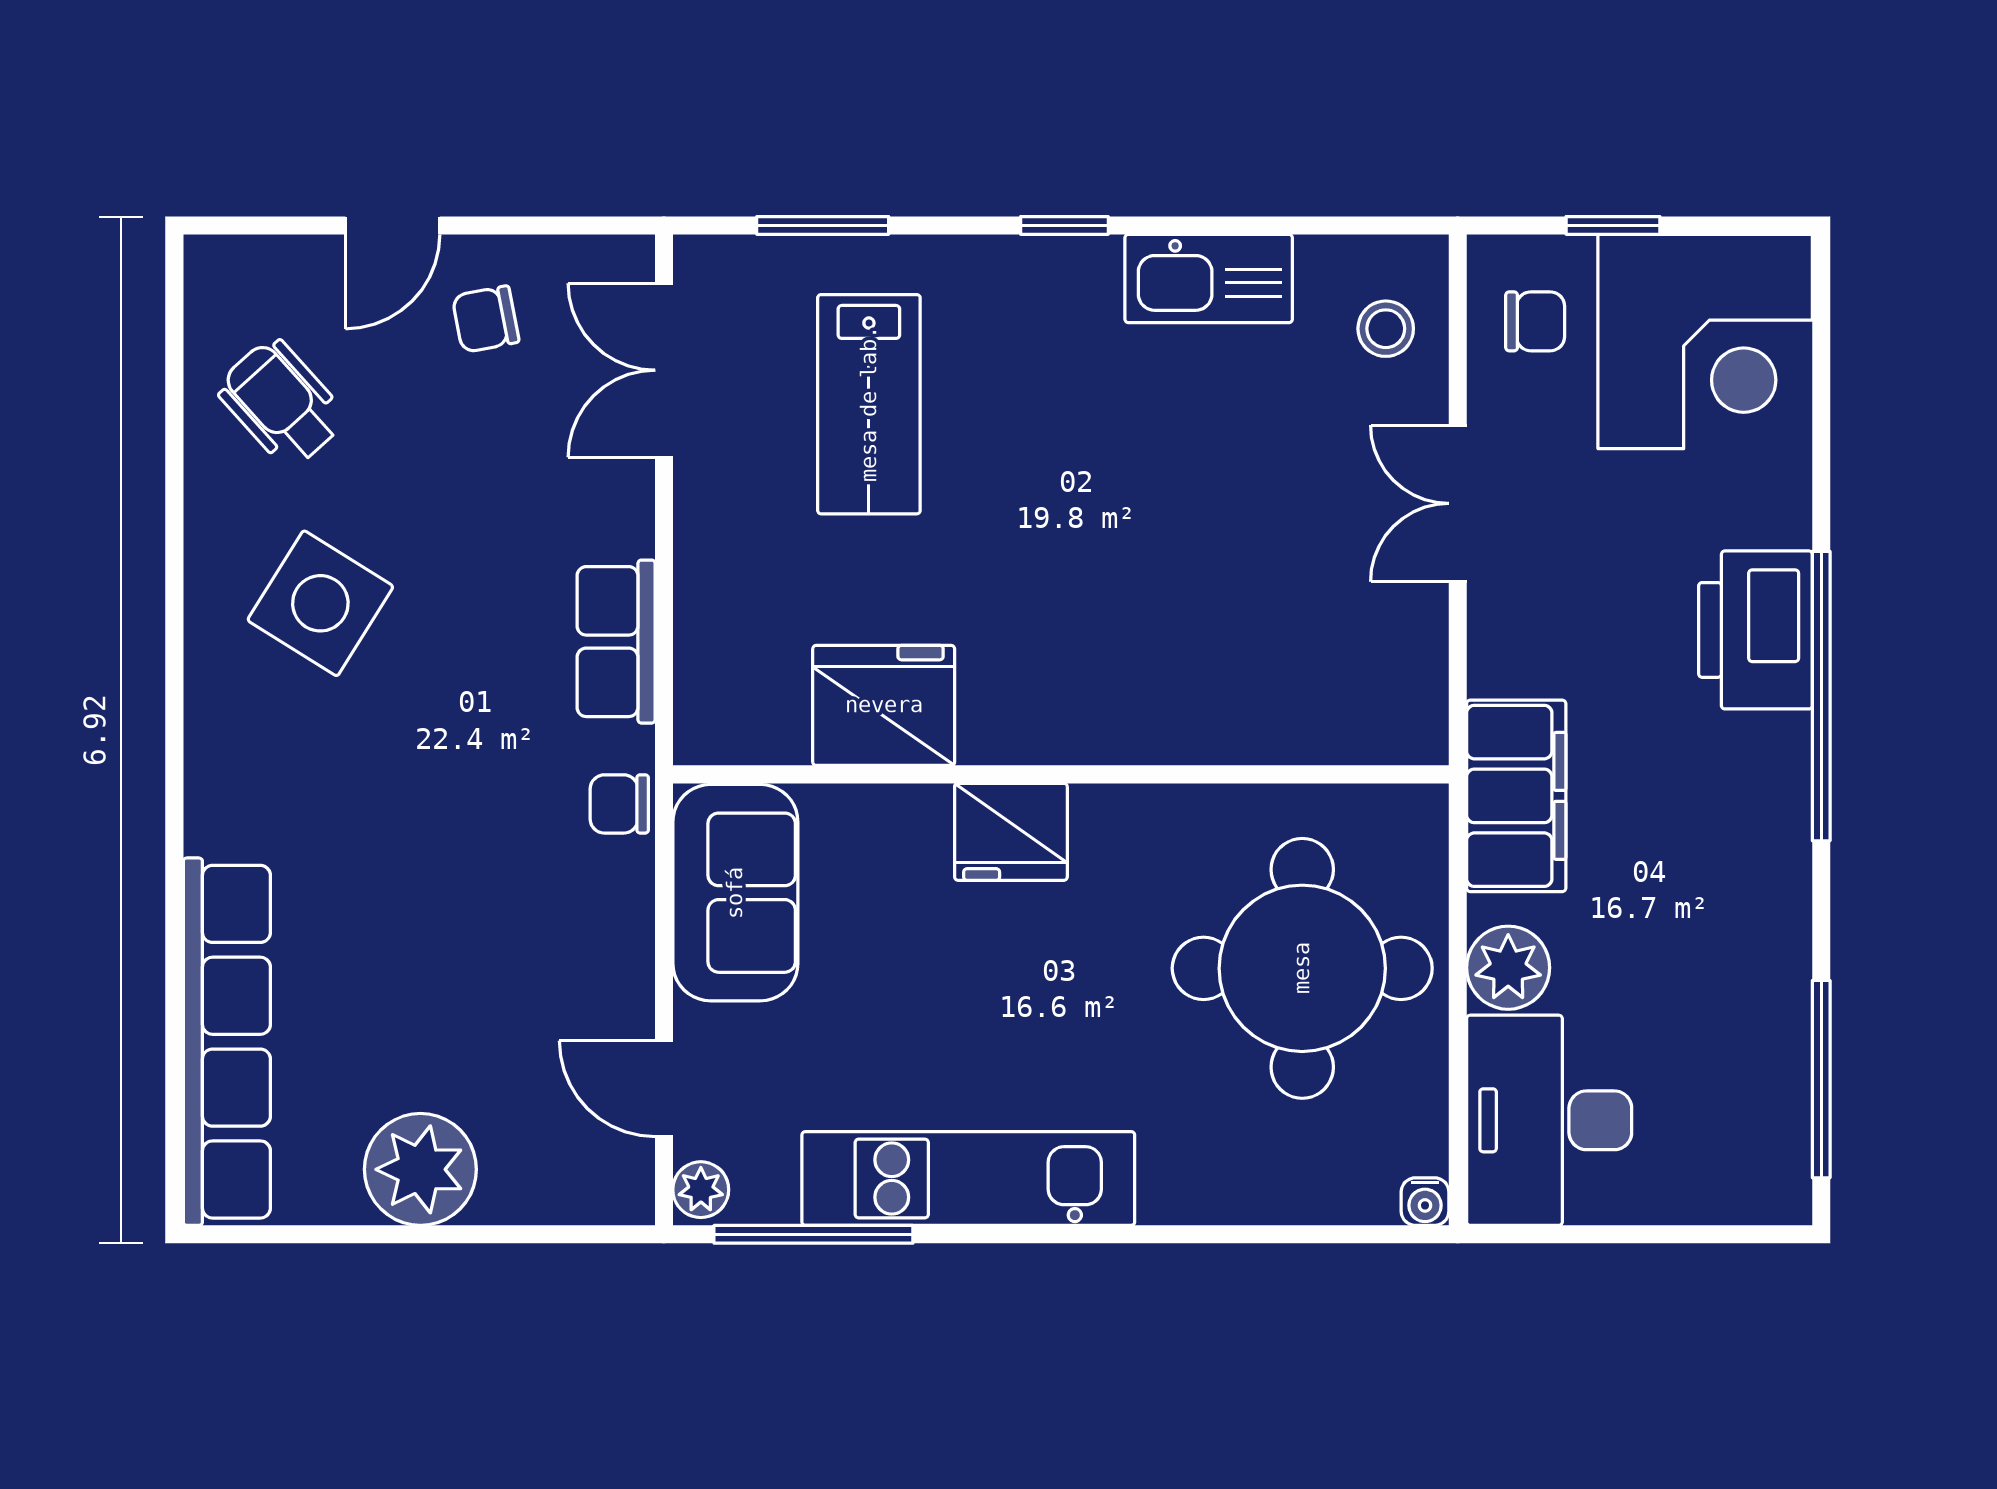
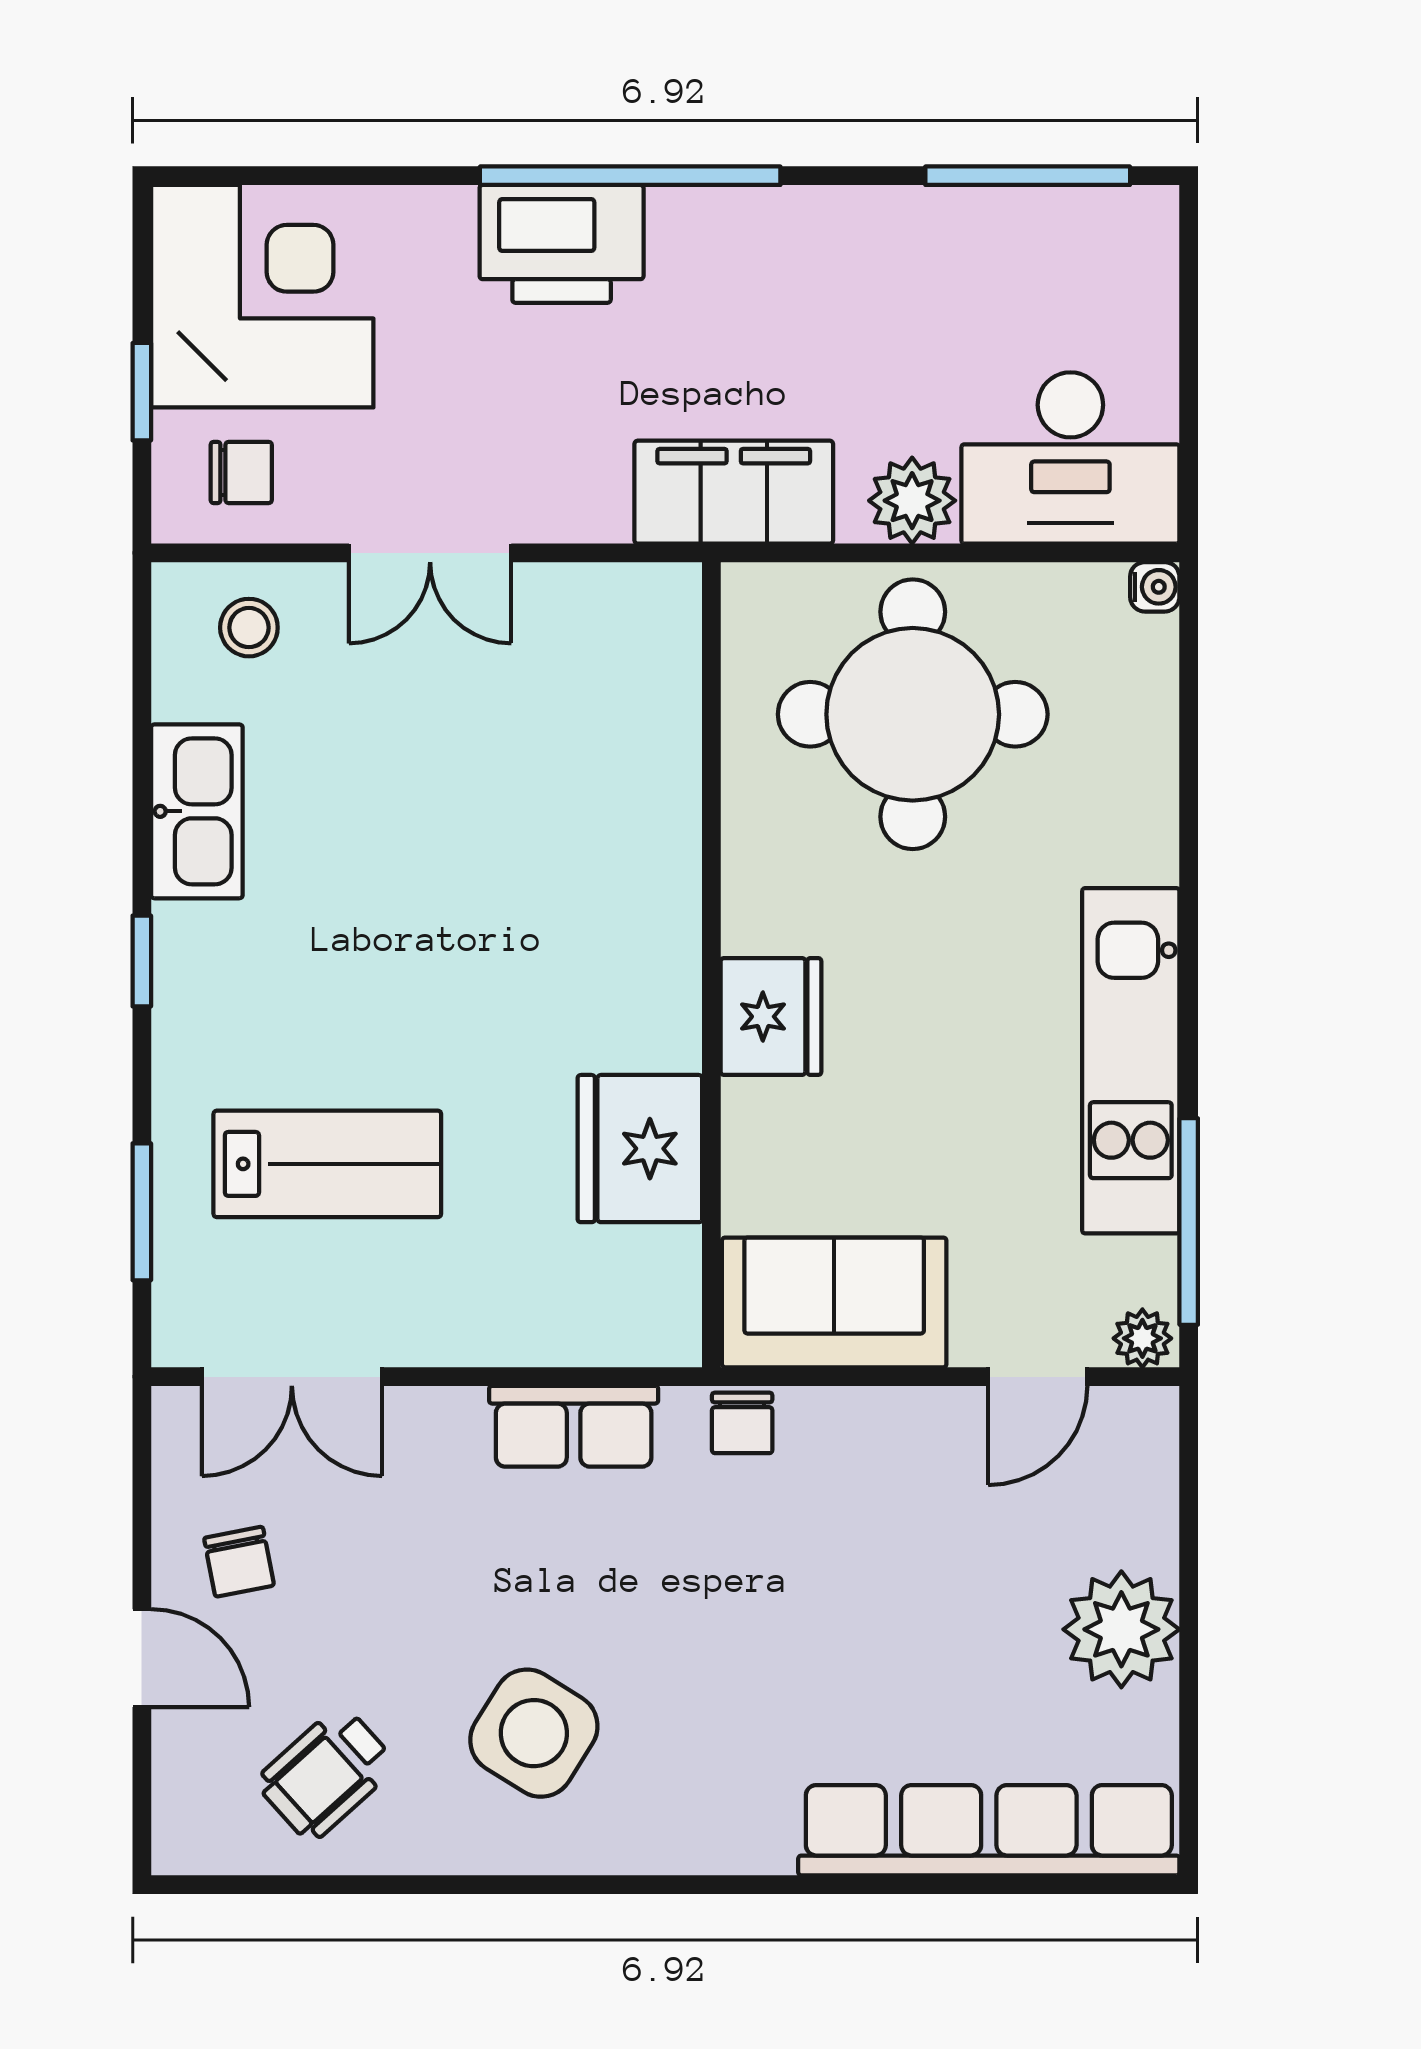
chair: (1535, 321) -> (241, 472), turned 90

